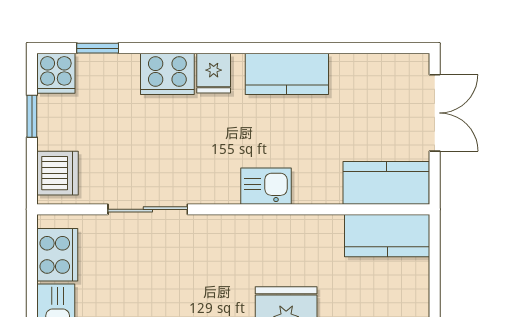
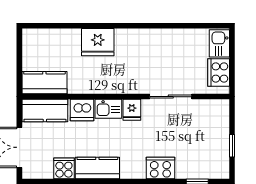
cooker: (56, 73) -> (64, 168), moved
fridge: (214, 73) -> (132, 110), moved, turned 180
dishwasher: (57, 173) -> (82, 110), moved, turned -90

